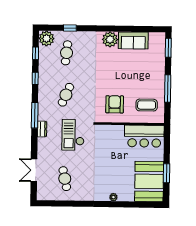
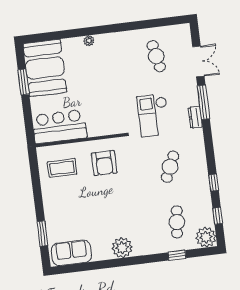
sofa: (133, 40) -> (71, 253), moved
window: (168, 48) -> (42, 234), moved
window: (168, 88) -> (37, 194), removed
window: (35, 115) -> (203, 102), moved
checkout: (73, 135) -> (153, 115), turned 180

